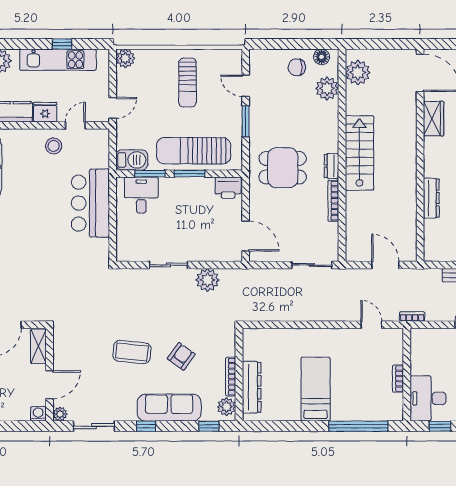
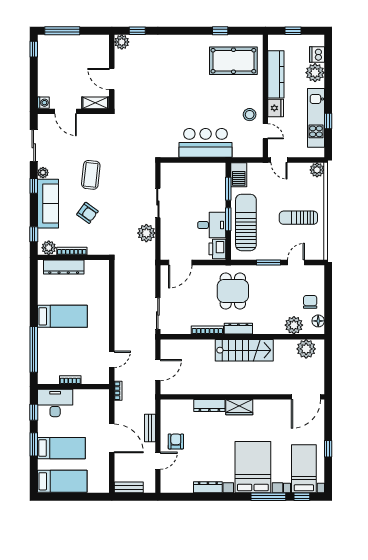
wardrobe: (433, 119) -> (239, 407), moved
dresser: (332, 166) -> (238, 329), width x1.44
desk: (141, 195) -> (212, 225), moved
plant: (60, 414) -> (43, 173), moved

